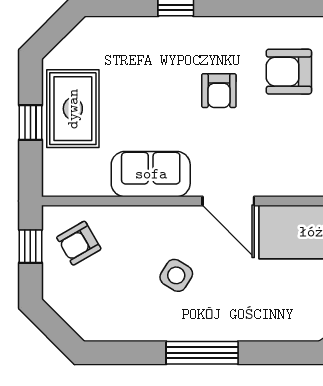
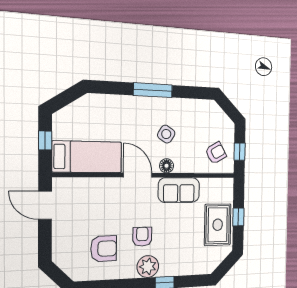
plant: (208, 36) -> (148, 267), added
floor lamp: (175, 218) -> (167, 166), added

